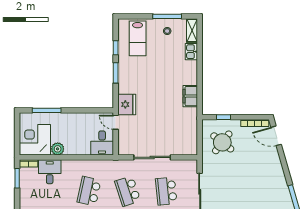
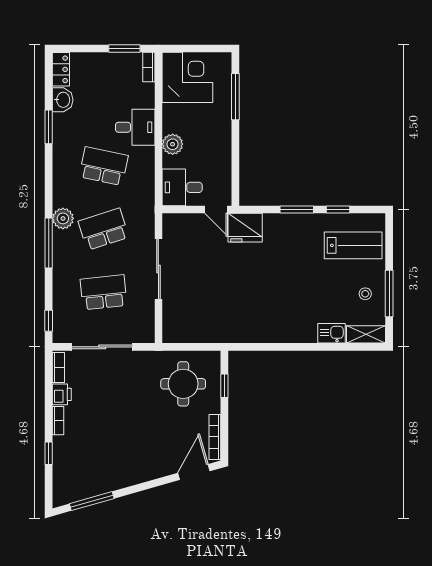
lab bench: (138, 38) -> (353, 245), turned 180
filing cabinet: (190, 96) -> (259, 332), removed
door: (116, 122) -> (216, 210), swing flipped
round table: (222, 142) -> (183, 384), turned -38
plant: (58, 149) -> (173, 144), moved
desk: (50, 172) -> (135, 127), moved

